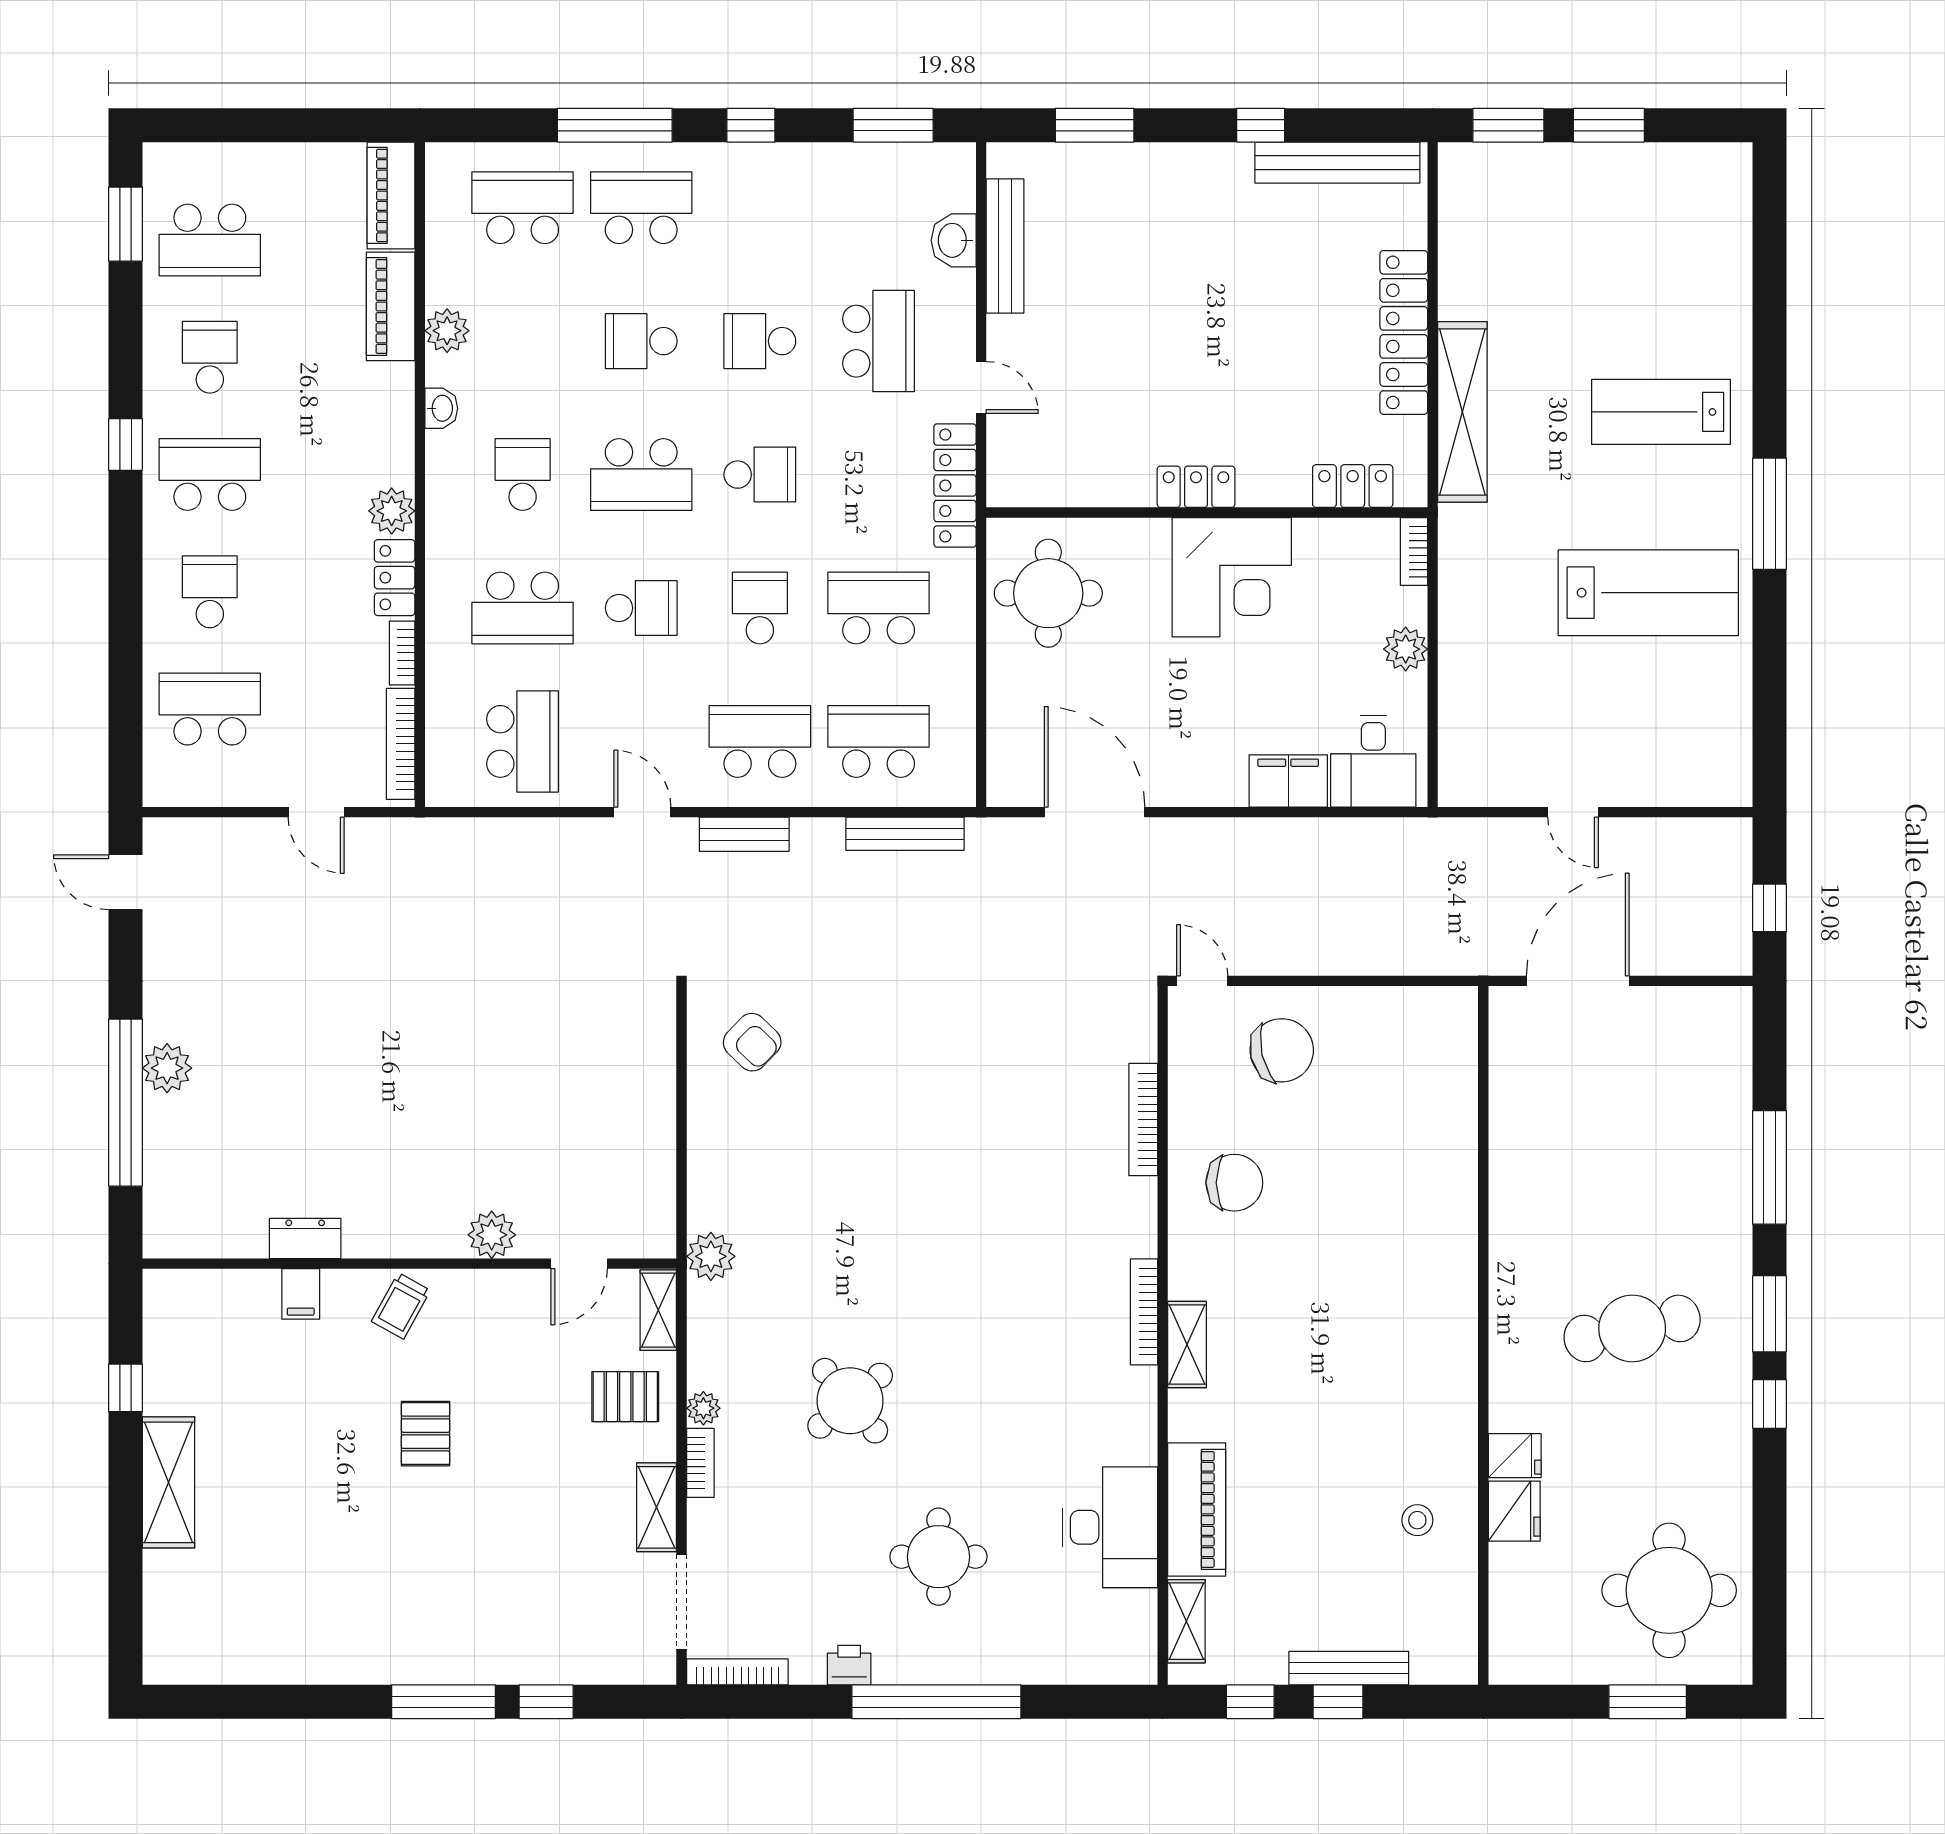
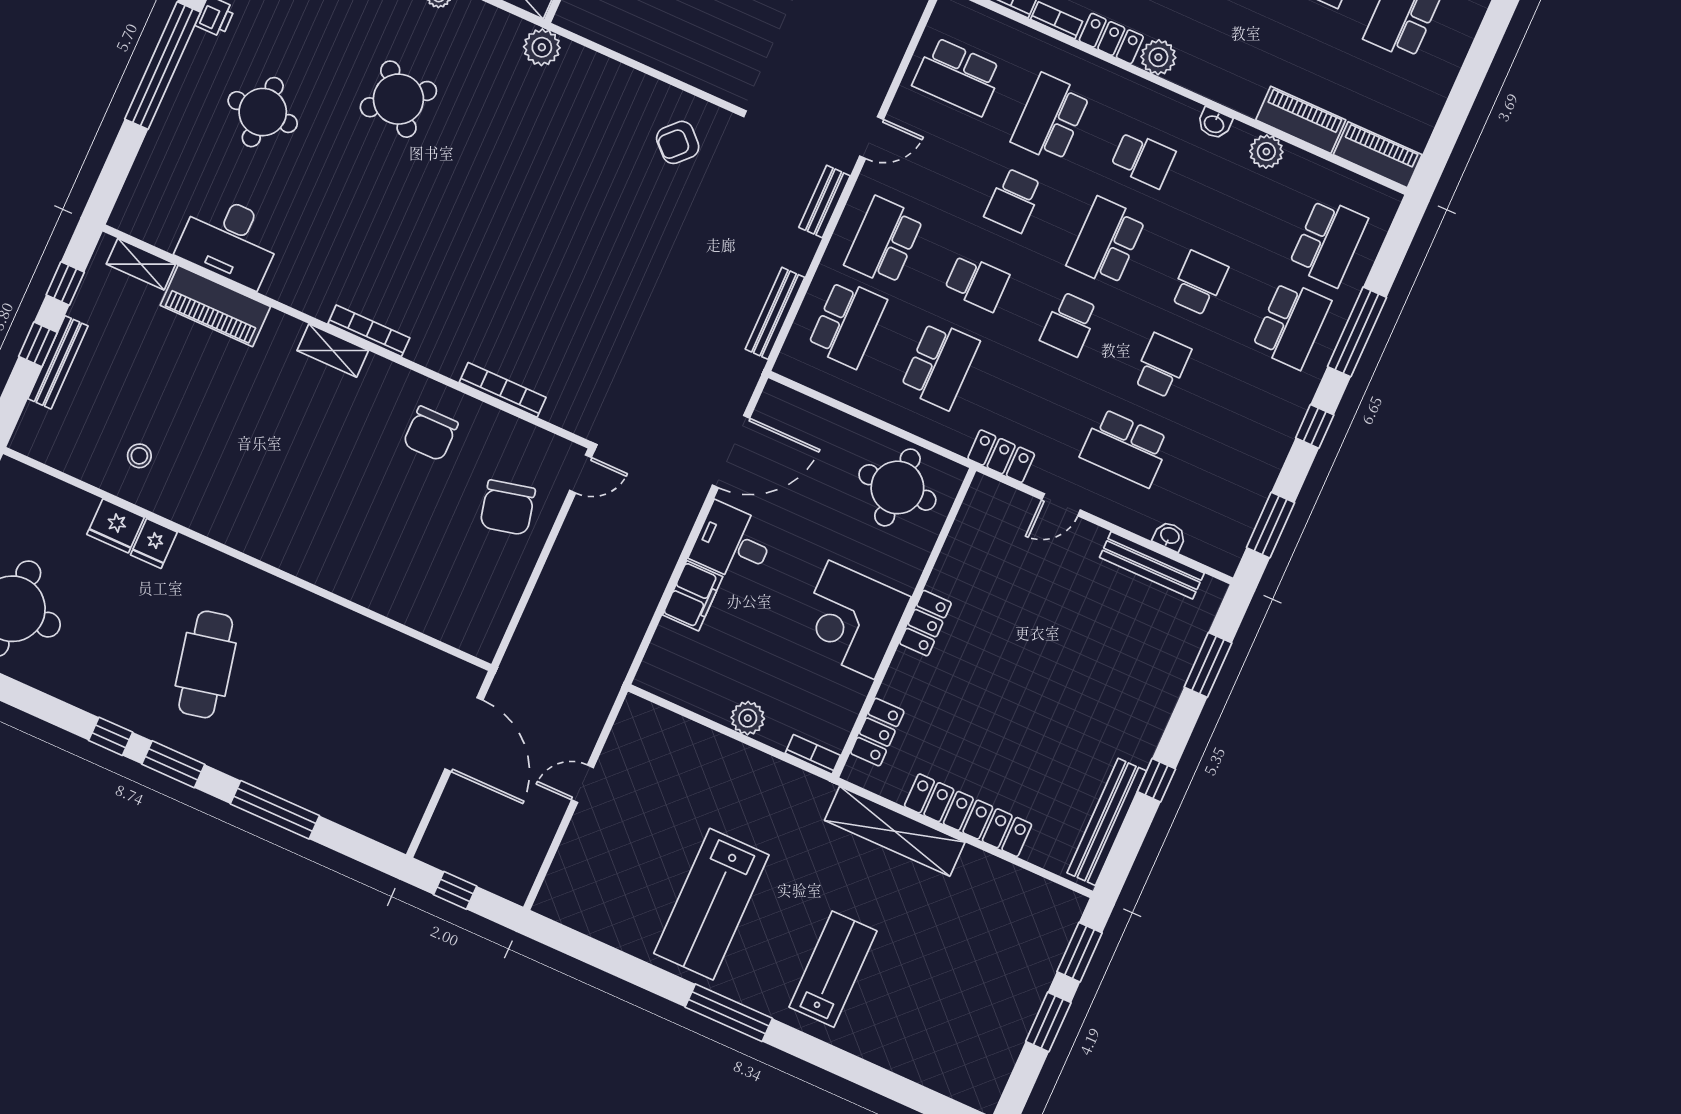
washbasin: (954, 240) -> (1170, 536), width x0.72, depth x0.69
locker: (955, 486) -> (1001, 456), width x0.66
school desk: (760, 741) -> (884, 241), turned 180
desk: (1373, 761) -> (733, 543), moved

